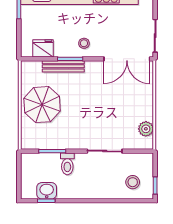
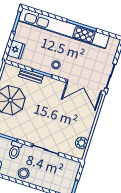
fridge: (43, 48) -> (16, 50), moved, turned 90
bench: (63, 66) -> (31, 76), width x0.73
stool: (133, 182) -> (24, 173), moved

